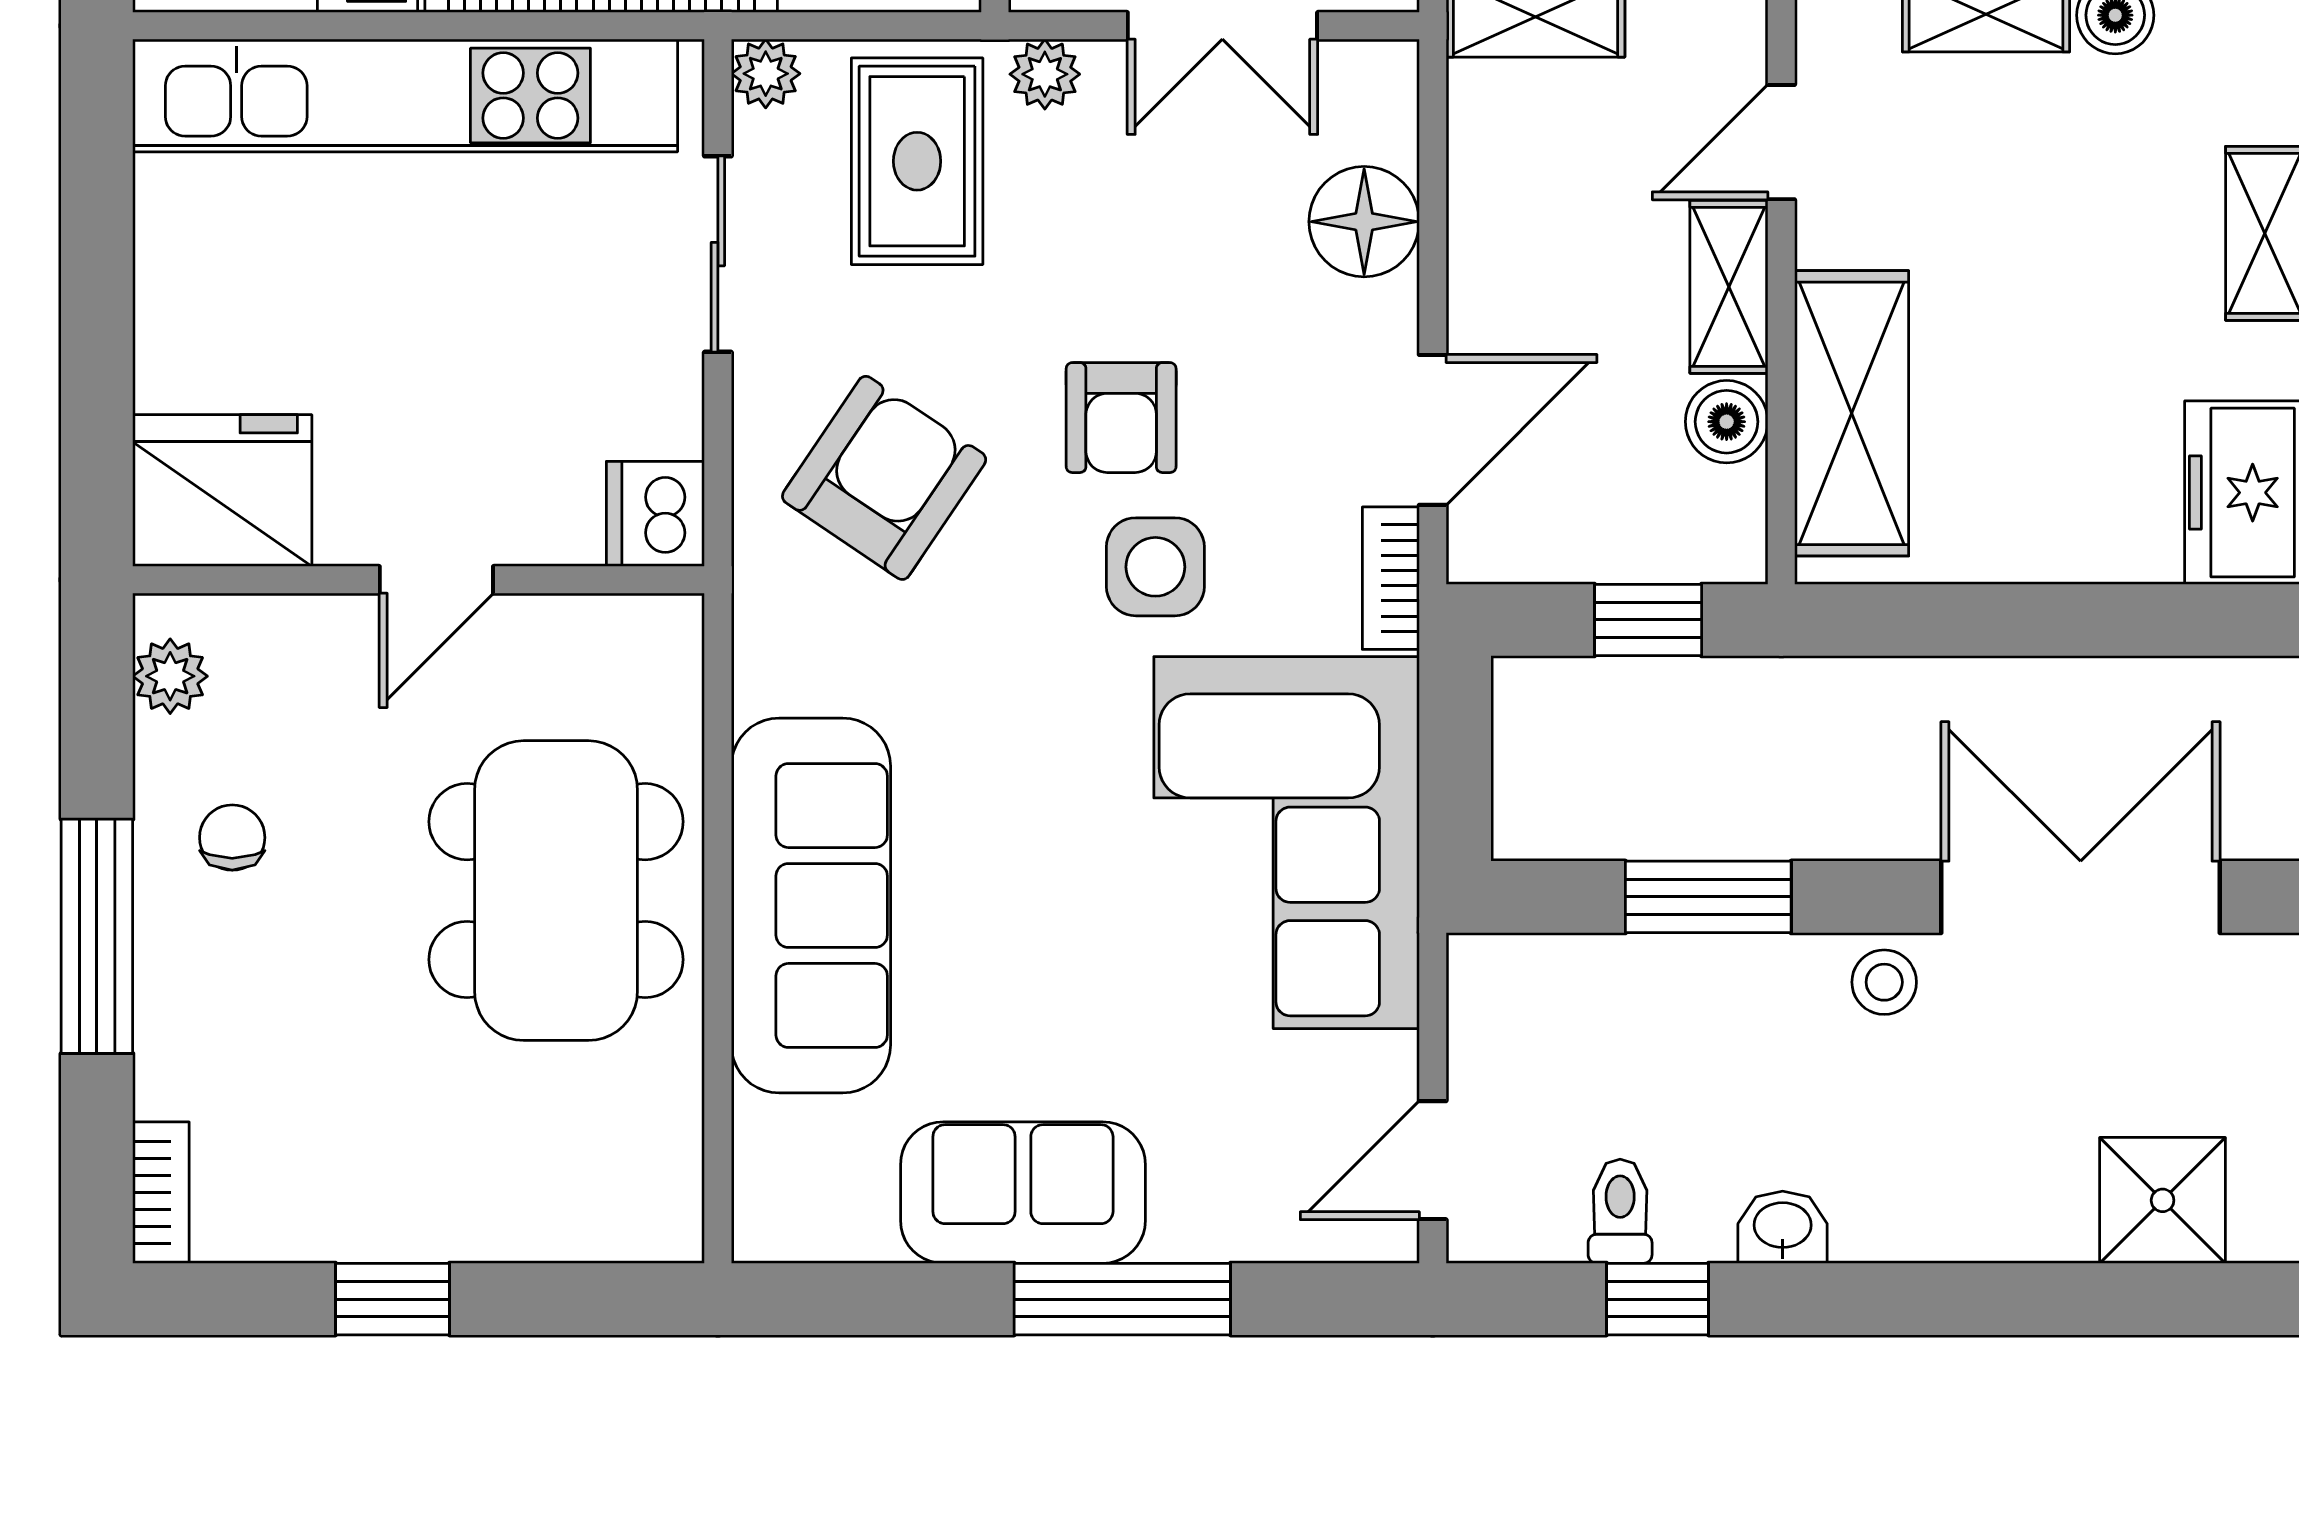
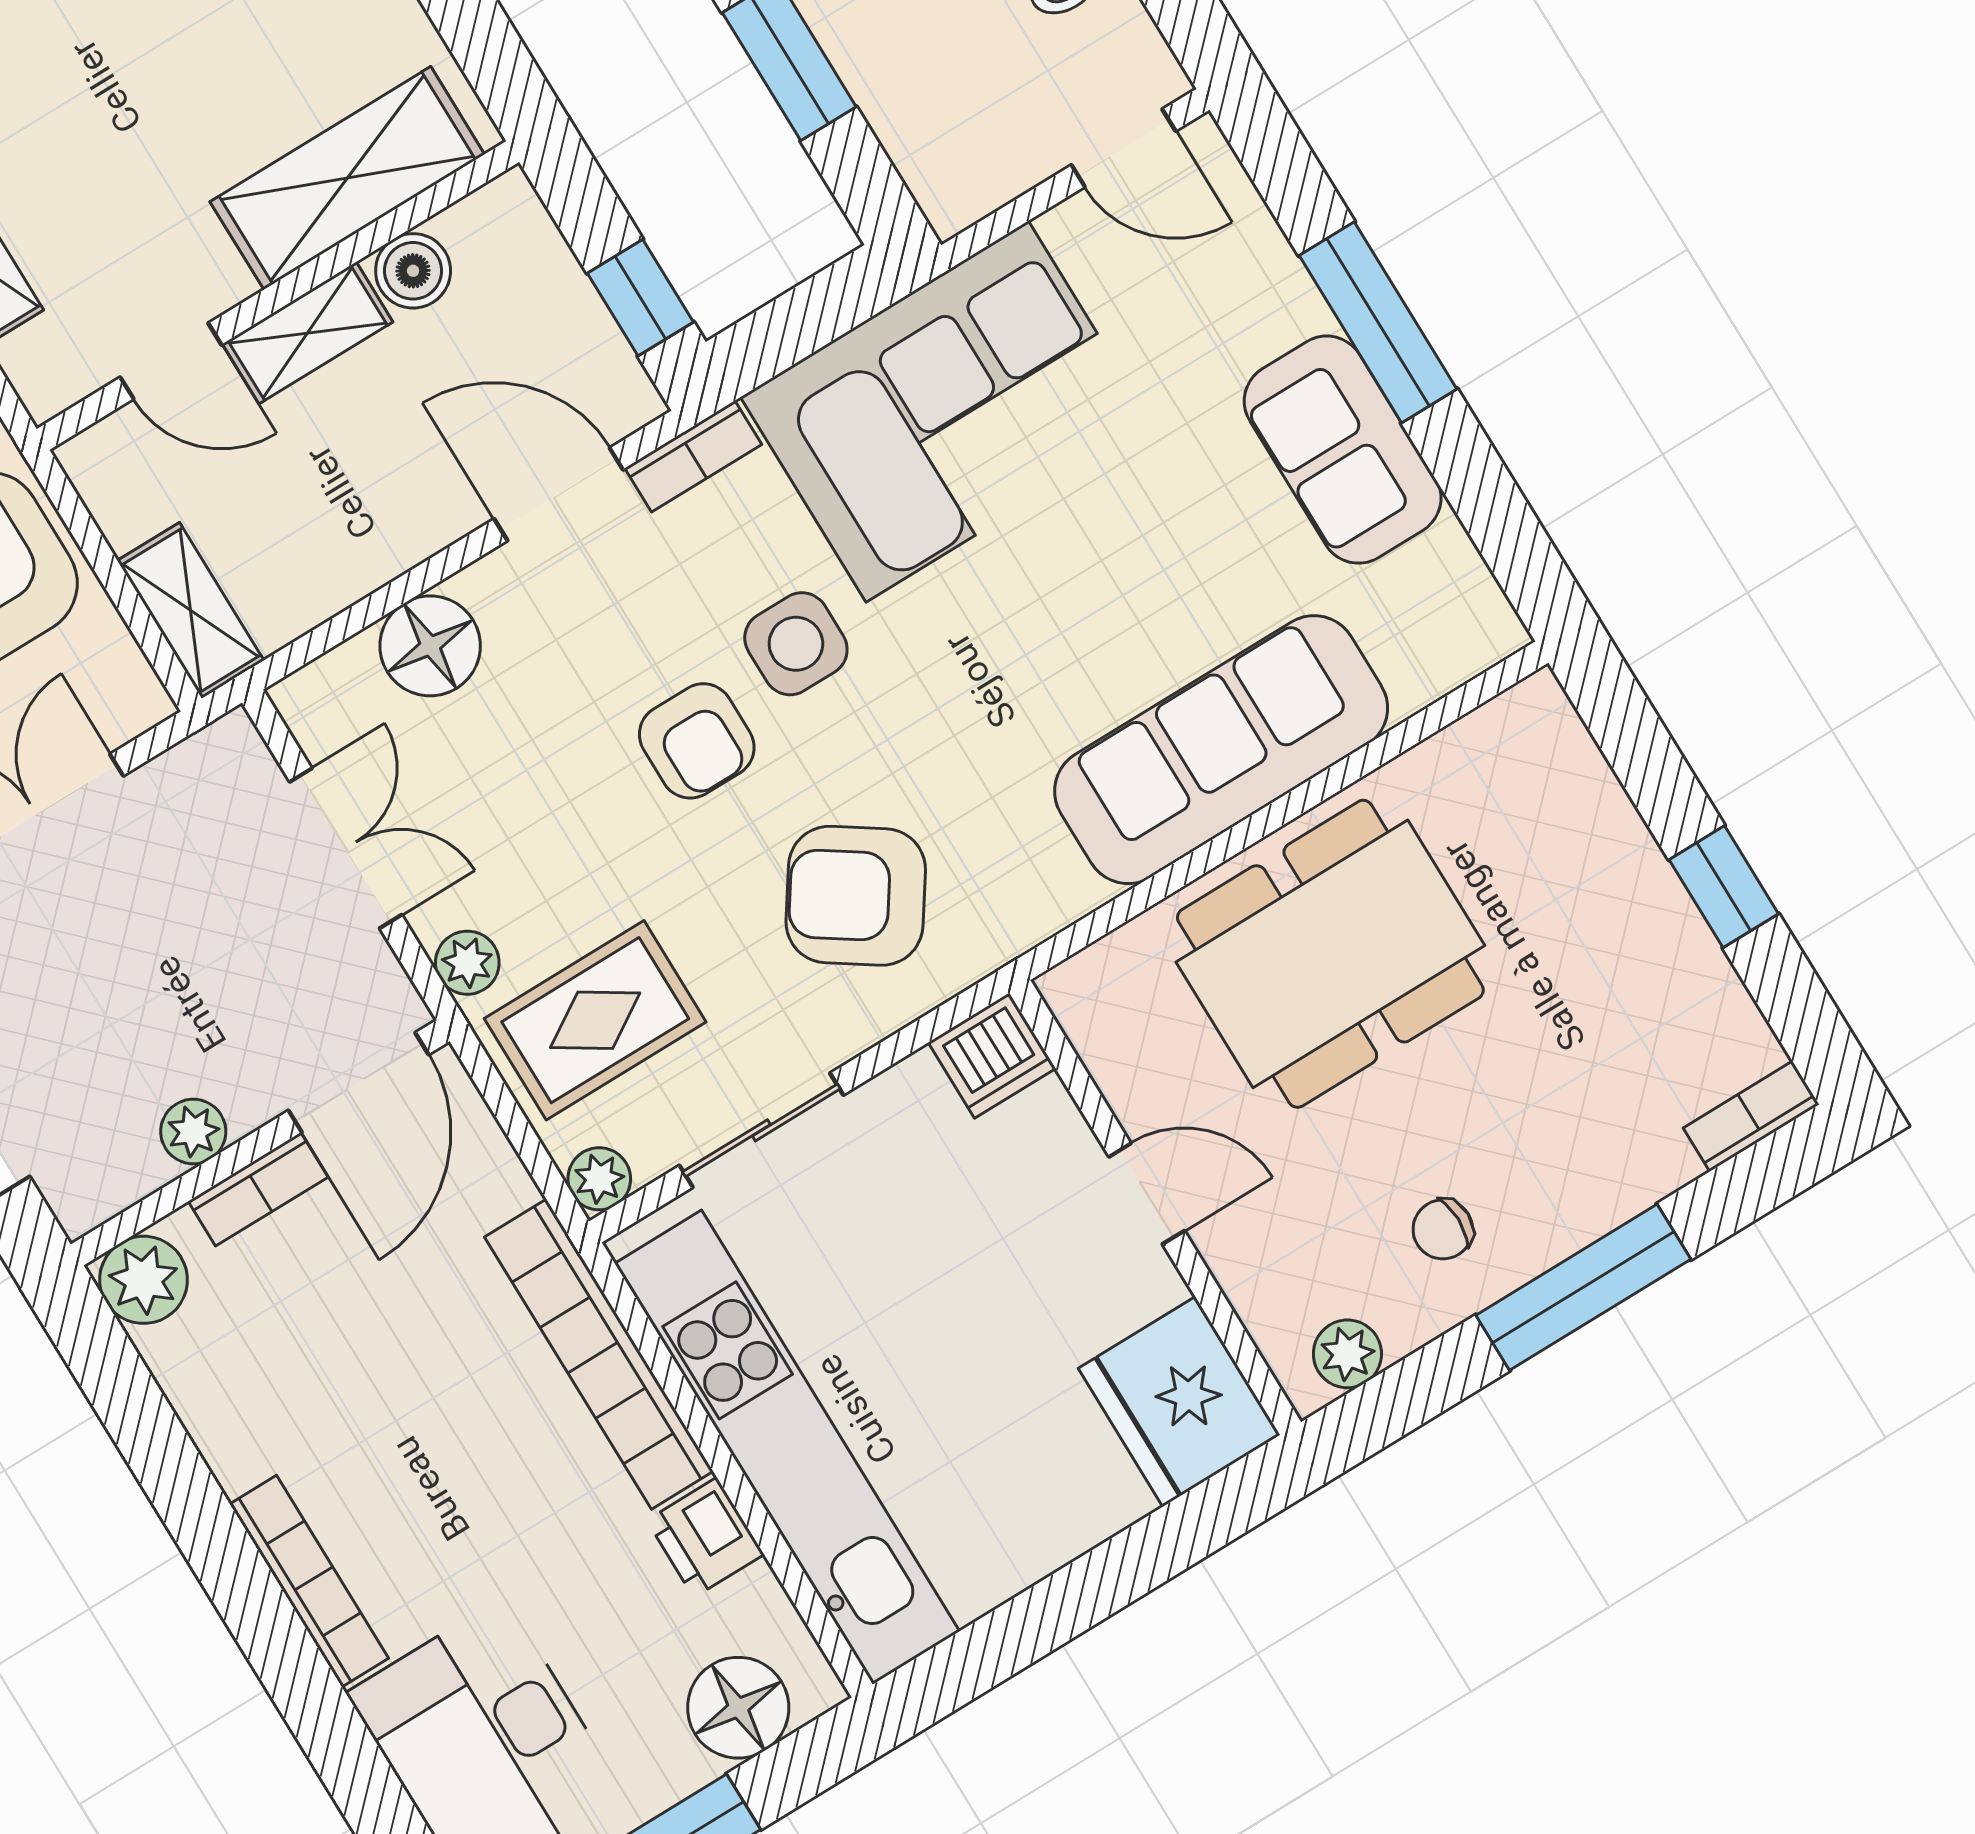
armchair: (1121, 418) -> (697, 741), turned 90
window: (1648, 620) -> (640, 298), moved

